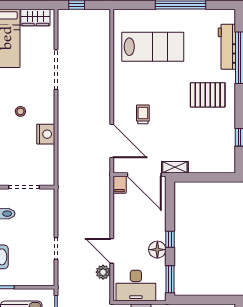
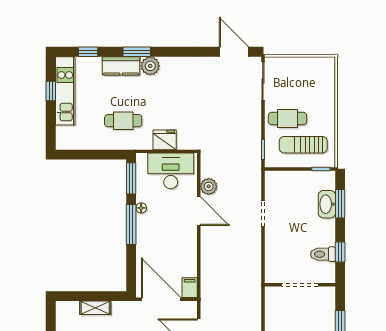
shelving: (175, 167) -> (95, 308), moved
window: (170, 239) -> (131, 225), width x2.17
floor lamp: (157, 250) -> (141, 208), width x0.53, depth x0.53

